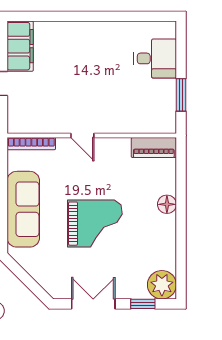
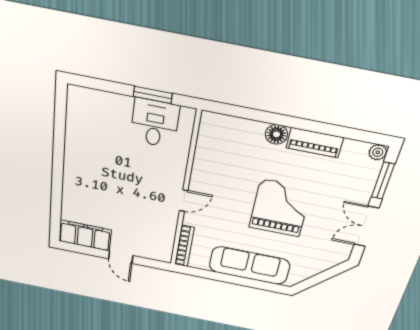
desk: (155, 58) -> (155, 123), moved
piano: (154, 148) -> (315, 143), moved, turned 90
plant: (162, 285) -> (378, 152), width x0.53, depth x0.53
window: (143, 304) -> (383, 181), width x1.50

